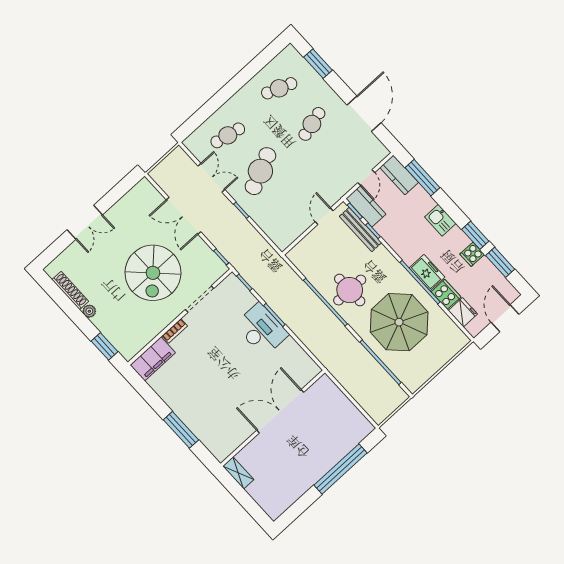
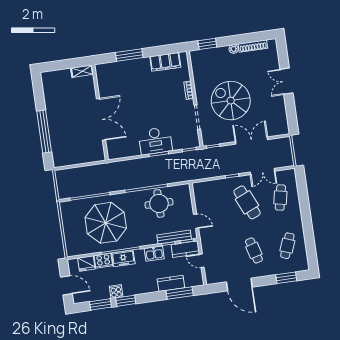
kitchen counter: (399, 175) -> (171, 283), moved
kitchen sink: (440, 220) -> (154, 254), moved, turned 180
round table: (350, 290) -> (159, 203), moved
filing cabinet: (153, 359) -> (165, 62), moved, turned -90

